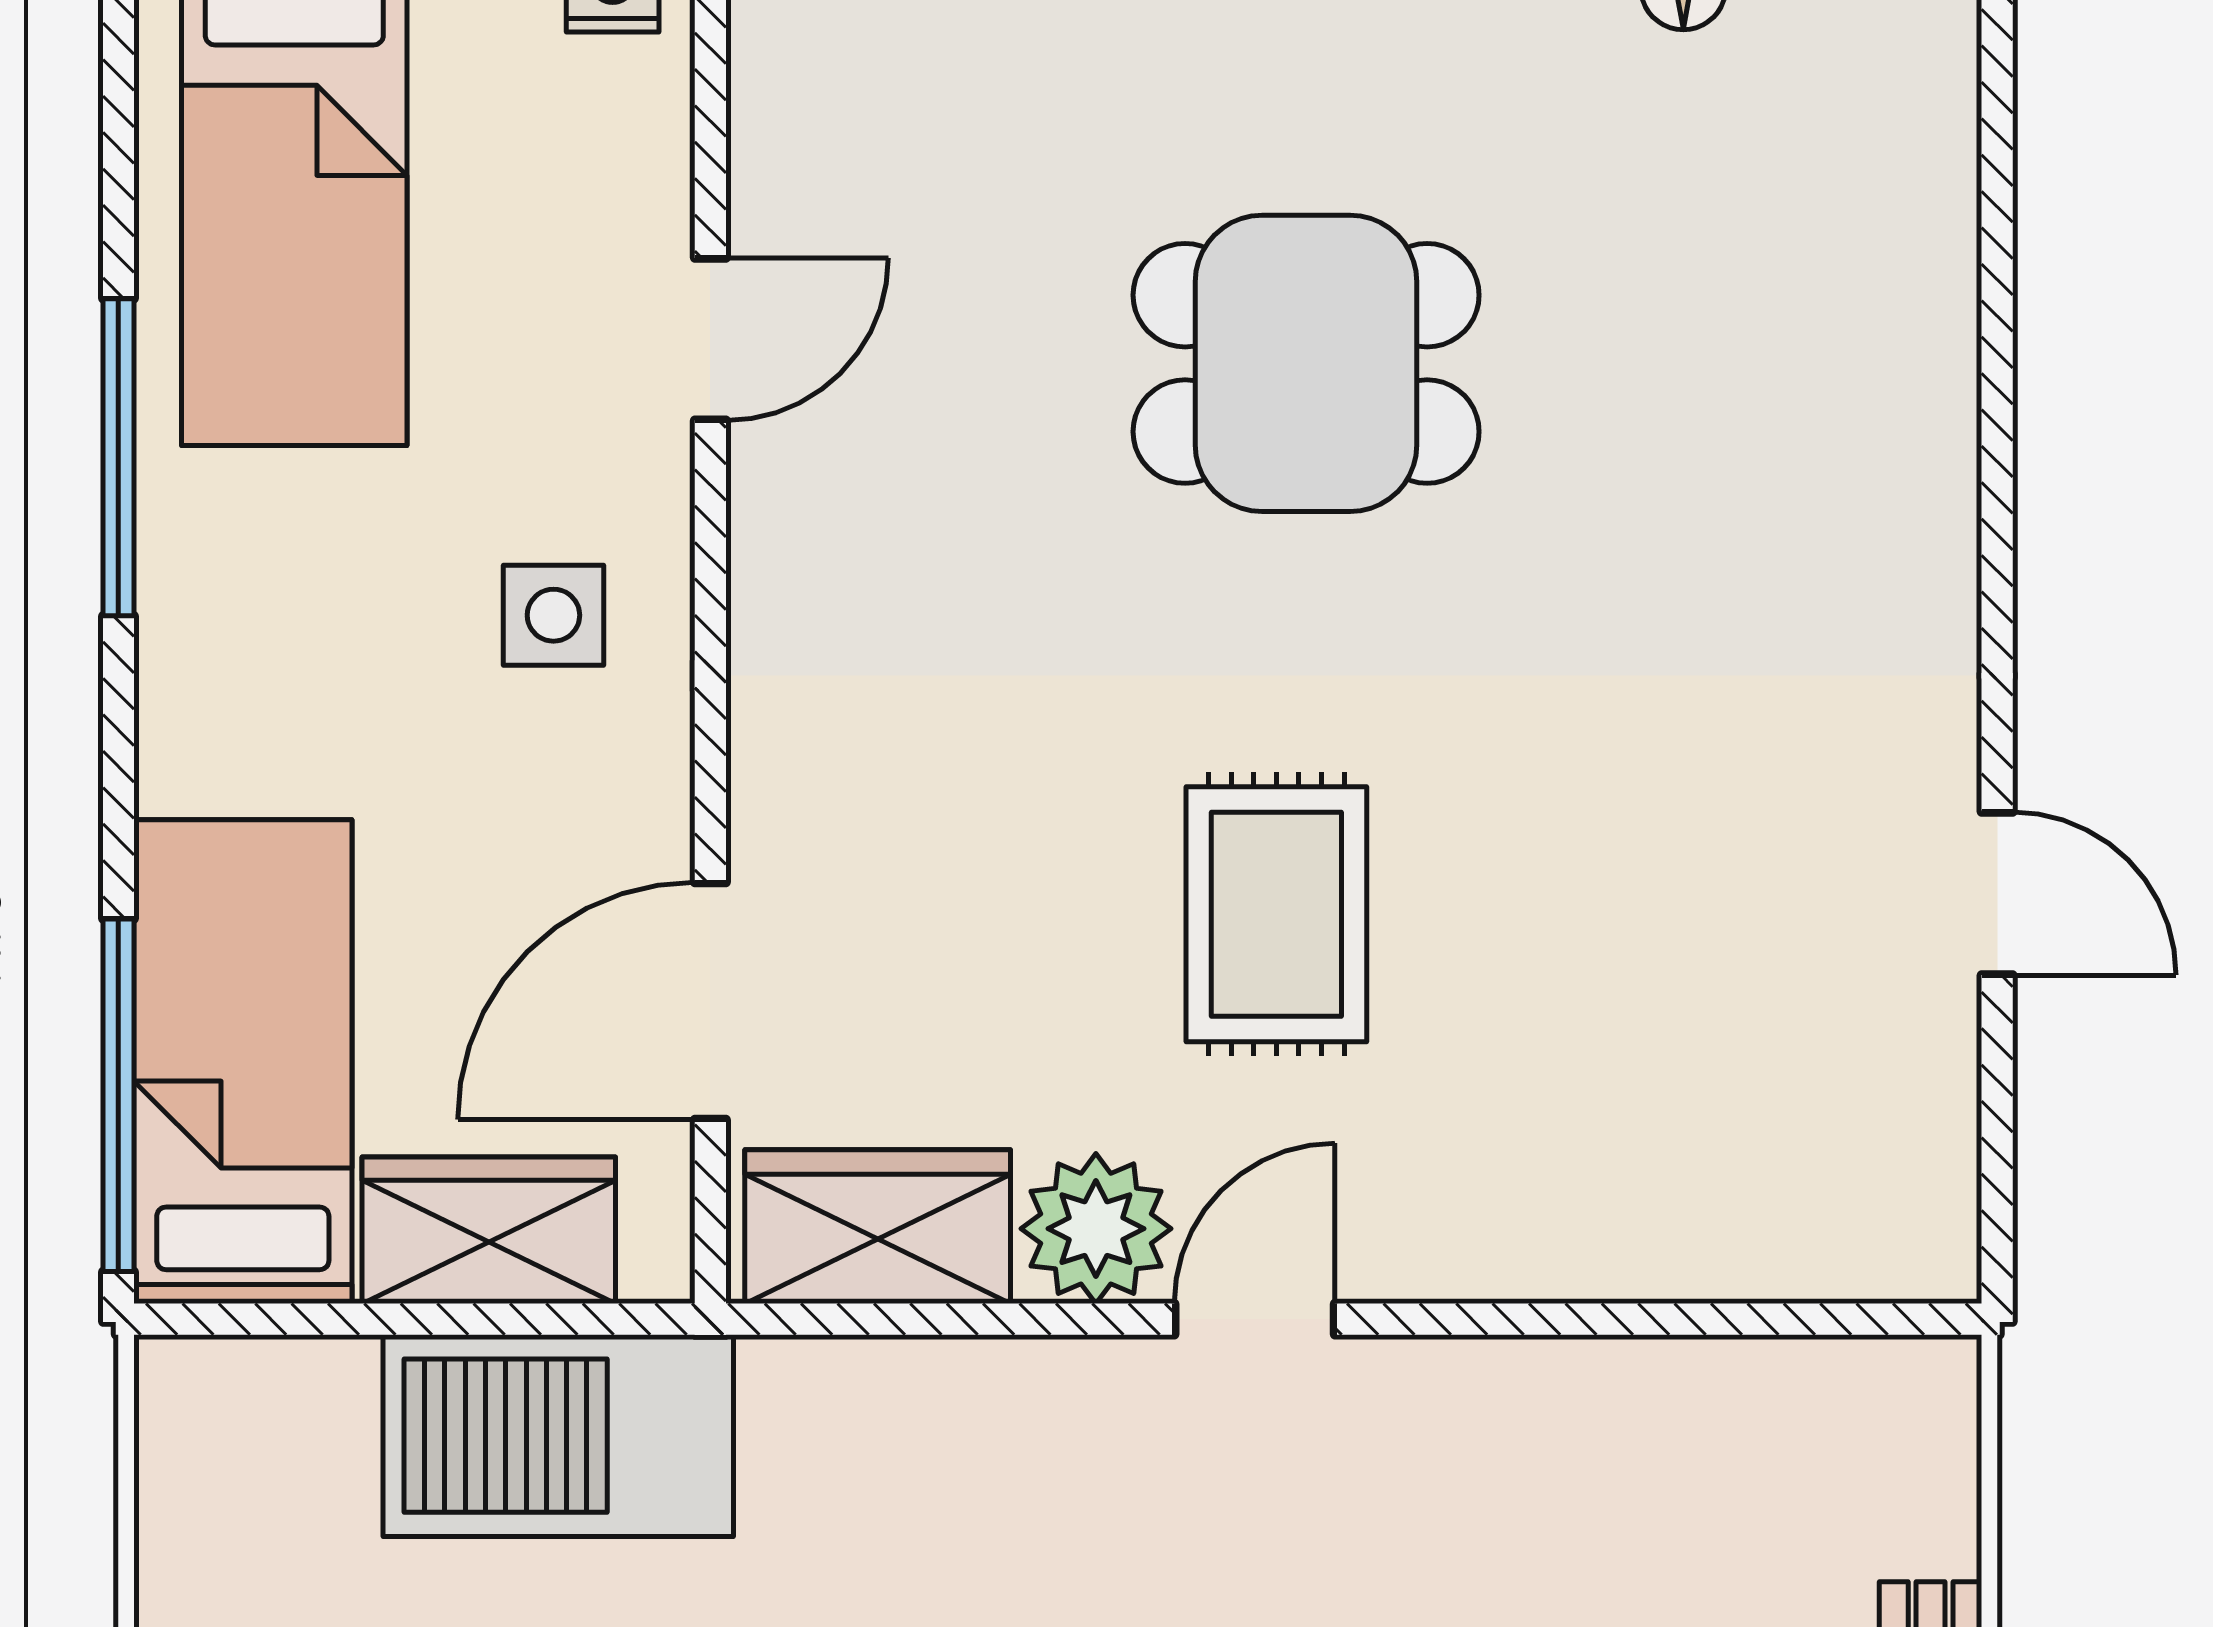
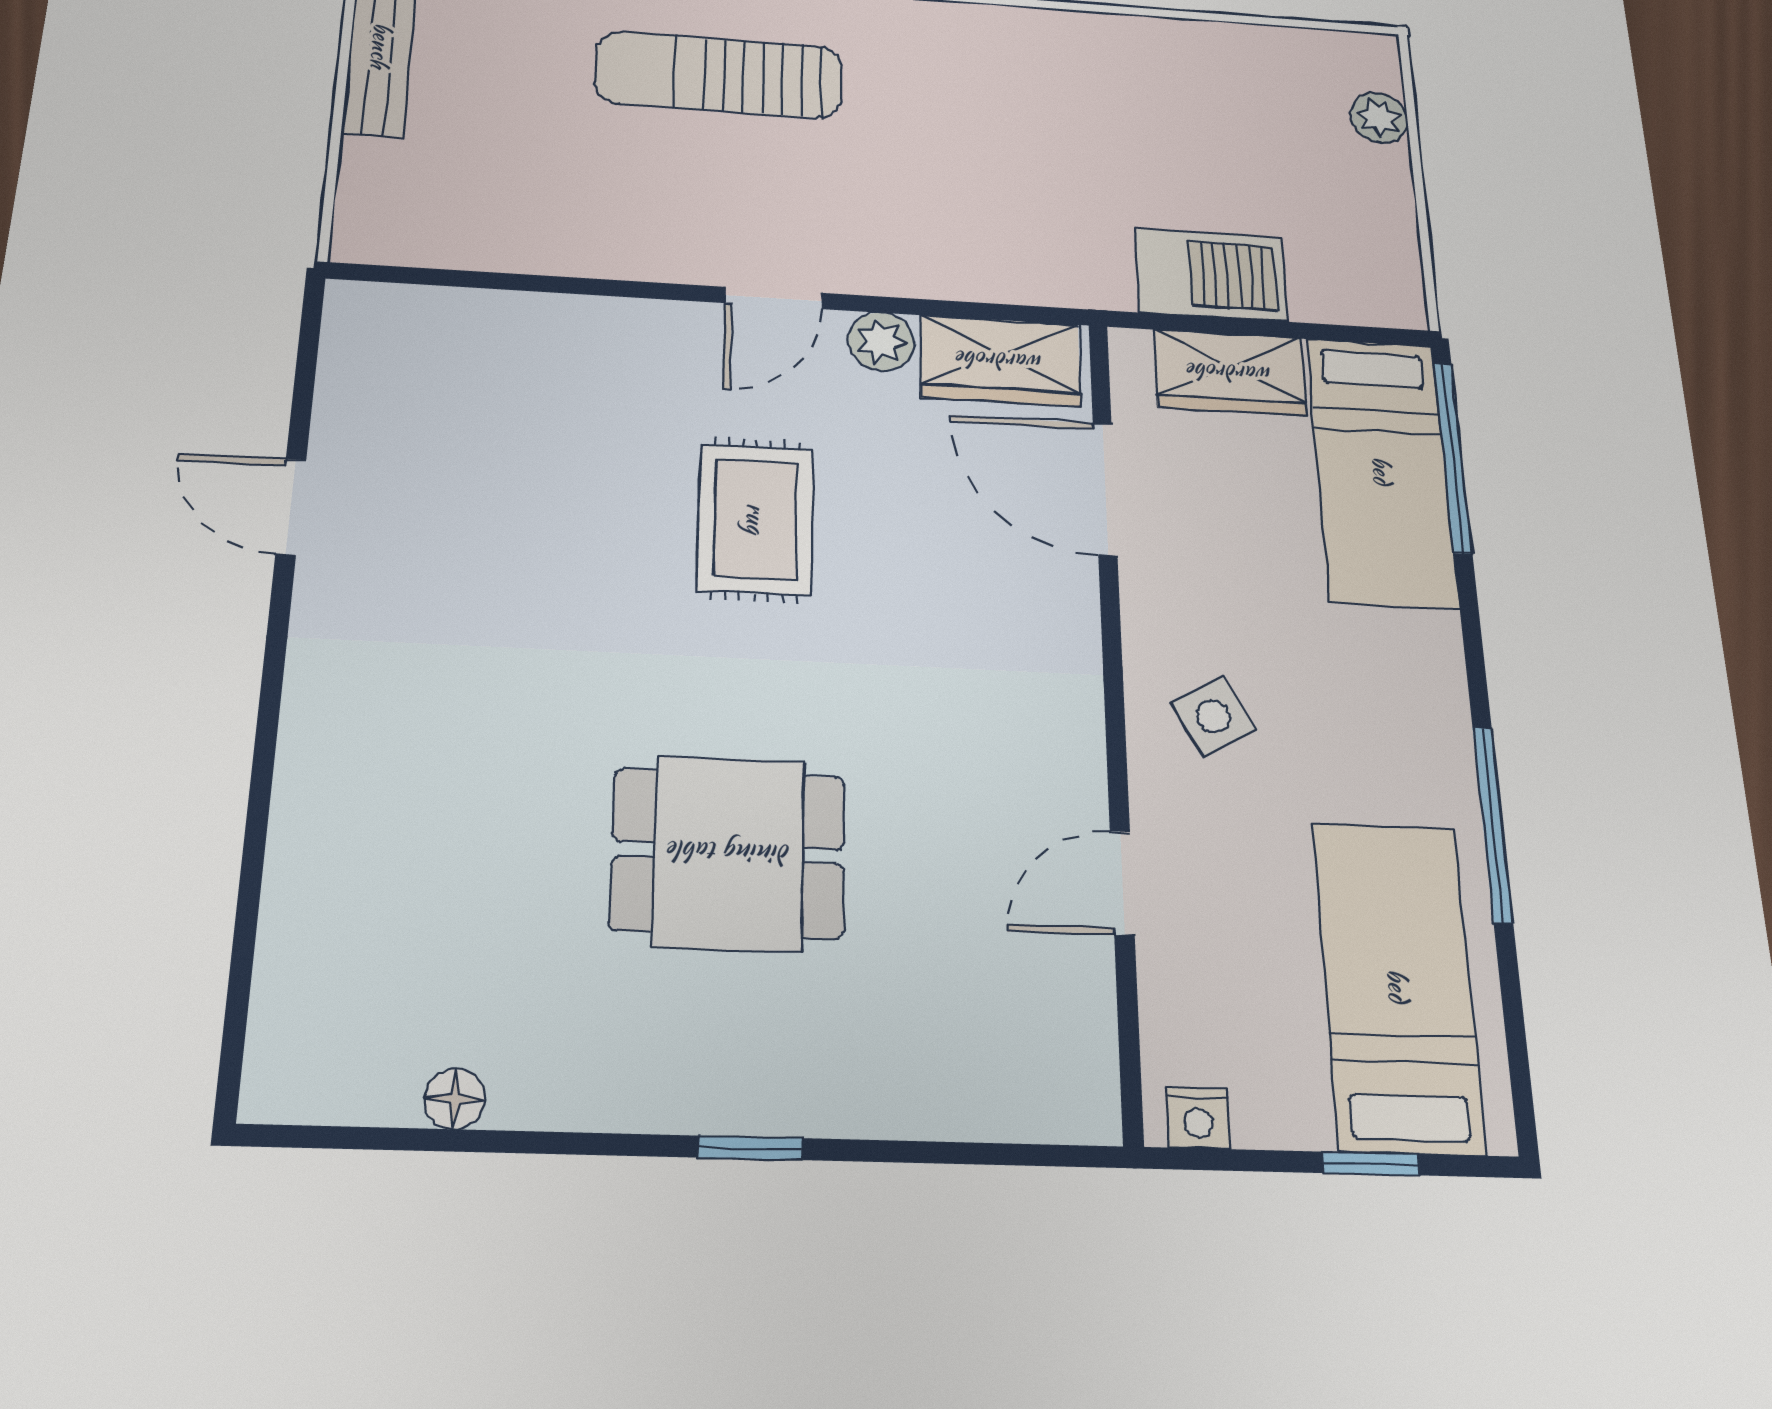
side table: (553, 615) -> (1213, 716), turned -30
door: (710, 1001) -> (1105, 489), swing flipped
plant: (1096, 1229) -> (881, 342), width x0.73, depth x0.73
barbecue: (558, 1436) -> (1211, 275), width x0.73, depth x0.83

